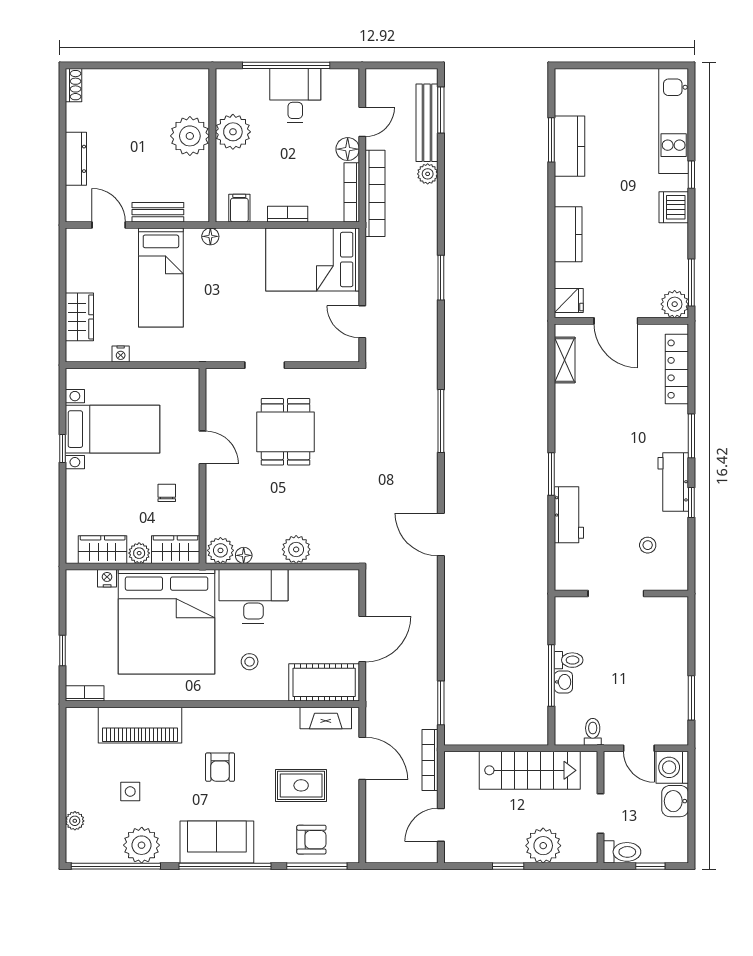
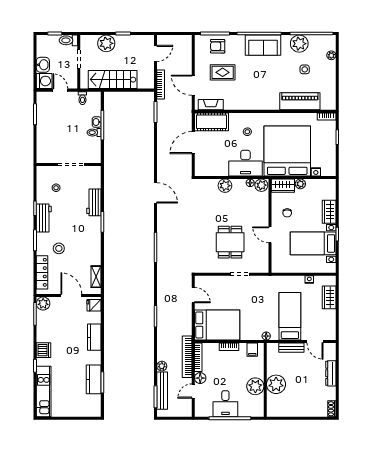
stool: (642, 419) -> (59, 248), added
wardrobe: (103, 550) -> (329, 212), moved, turned 90
armchair: (220, 767) -> (262, 81), removed

